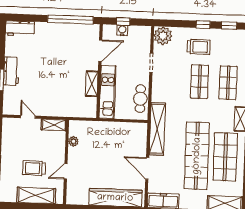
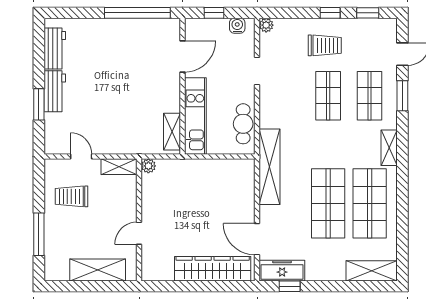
workbench: (20, 28) -> (55, 49), moved, turned -90
water cooler: (122, 30) -> (237, 26), moved
plant: (163, 36) -> (266, 25), width x0.53, depth x0.53
shelving: (92, 84) -> (172, 132), moved
plant: (73, 141) -> (148, 166), moved
shop shelf: (197, 156) -> (328, 203), width x0.71
trolley: (34, 168) -> (71, 196), moved
door: (147, 168) -> (257, 239), moved

